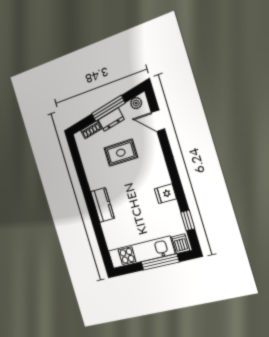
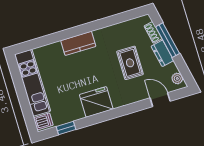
window: (108, 108) -> (168, 40), moved
door: (158, 121) -> (160, 100), hinge flipped
fridge: (165, 194) -> (96, 102), width x1.88, depth x1.34
window: (160, 262) -> (24, 102), removed

